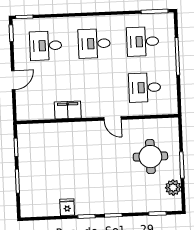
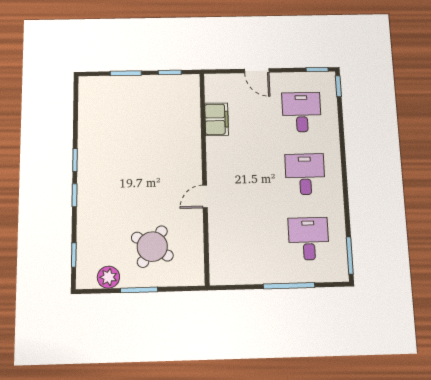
desk: (145, 88) -> (246, 240), removed
filing cabinet: (68, 110) -> (217, 119), moved
round table: (150, 157) -> (152, 247), turned 32
fridge: (67, 207) -> (89, 135), removed

